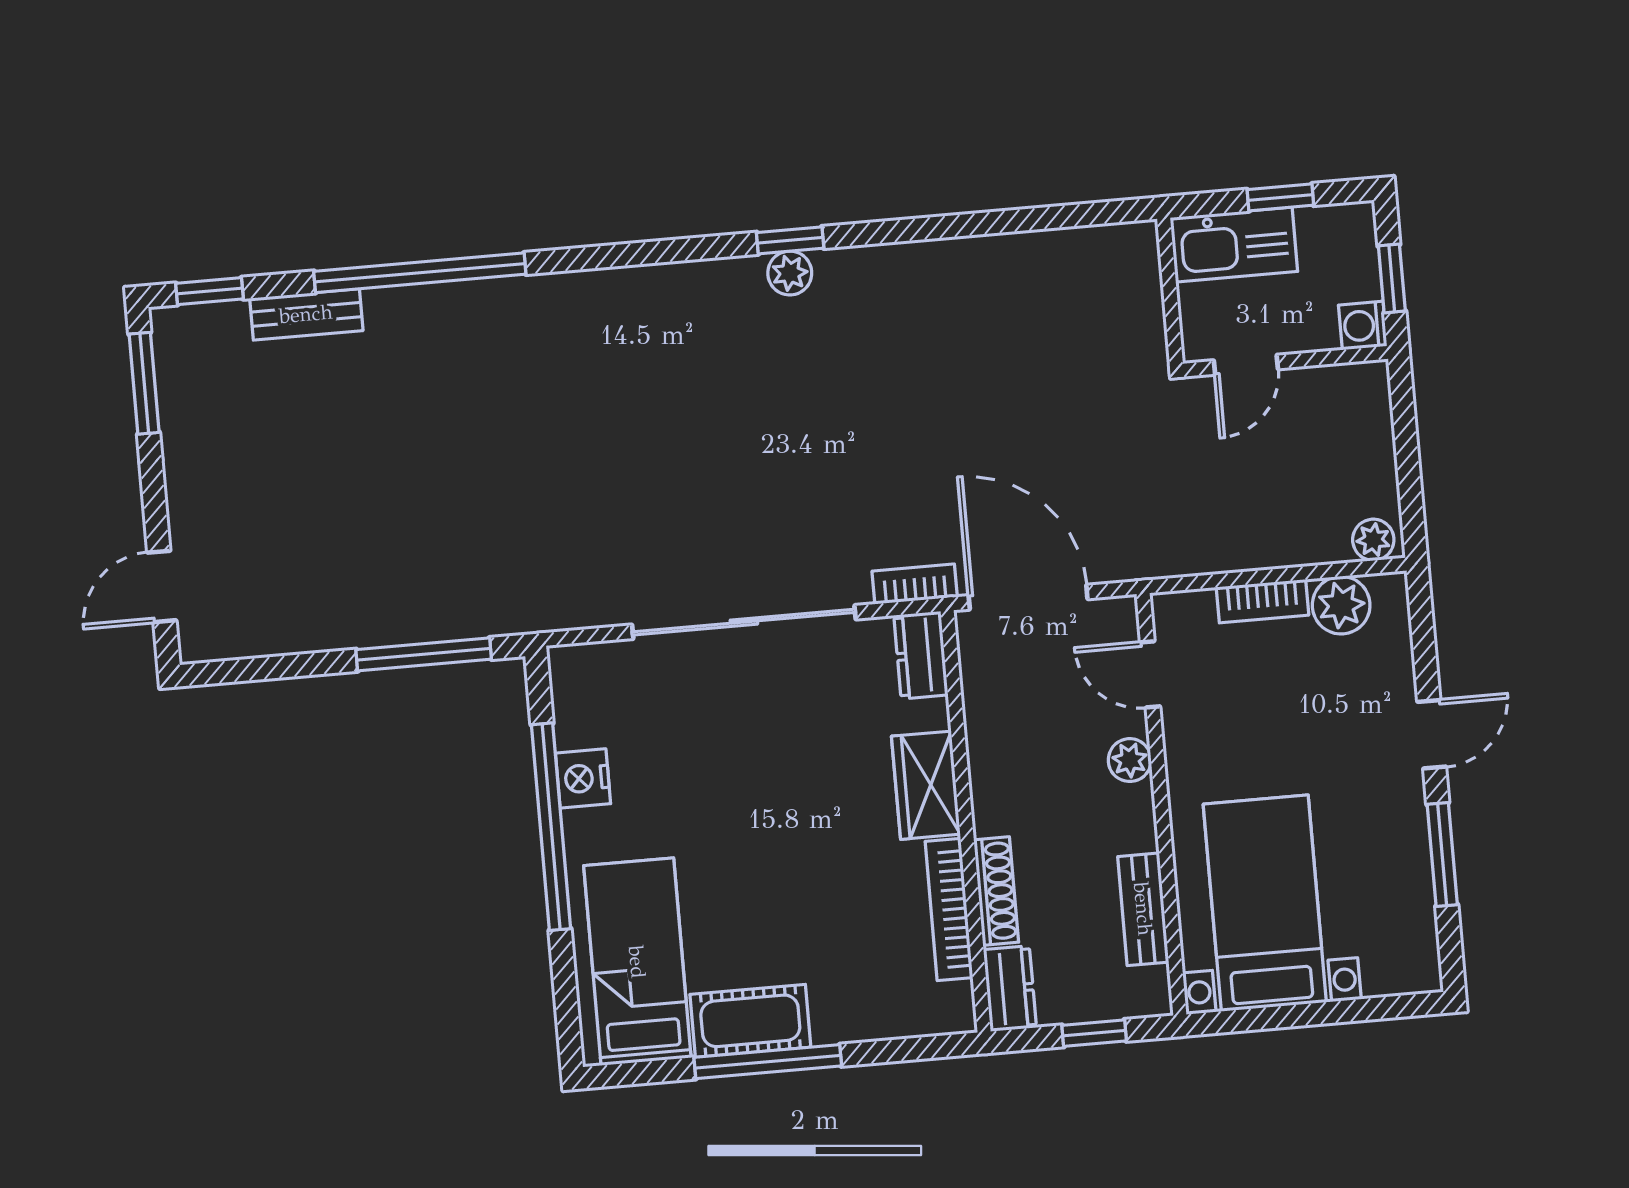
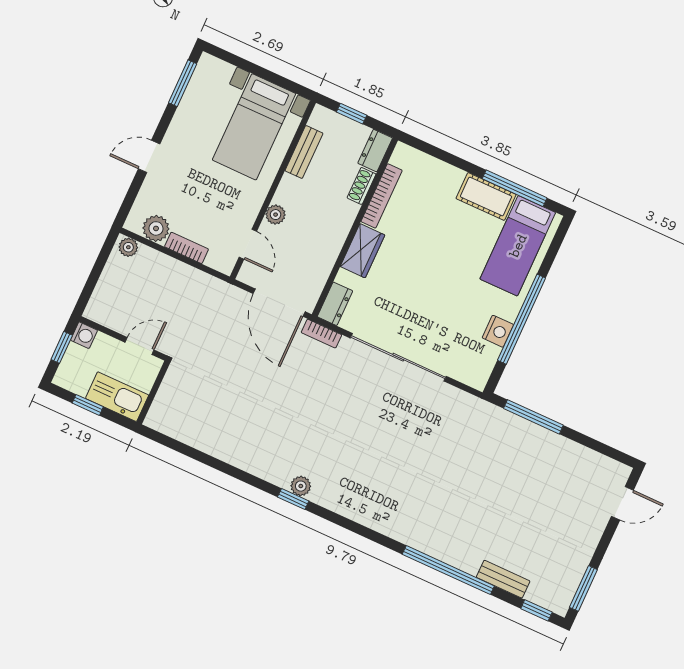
window: (1442, 855) -> (183, 83), moved
shoe rack: (996, 891) -> (362, 186), width x0.70
window: (768, 1062) -> (515, 188), moved

